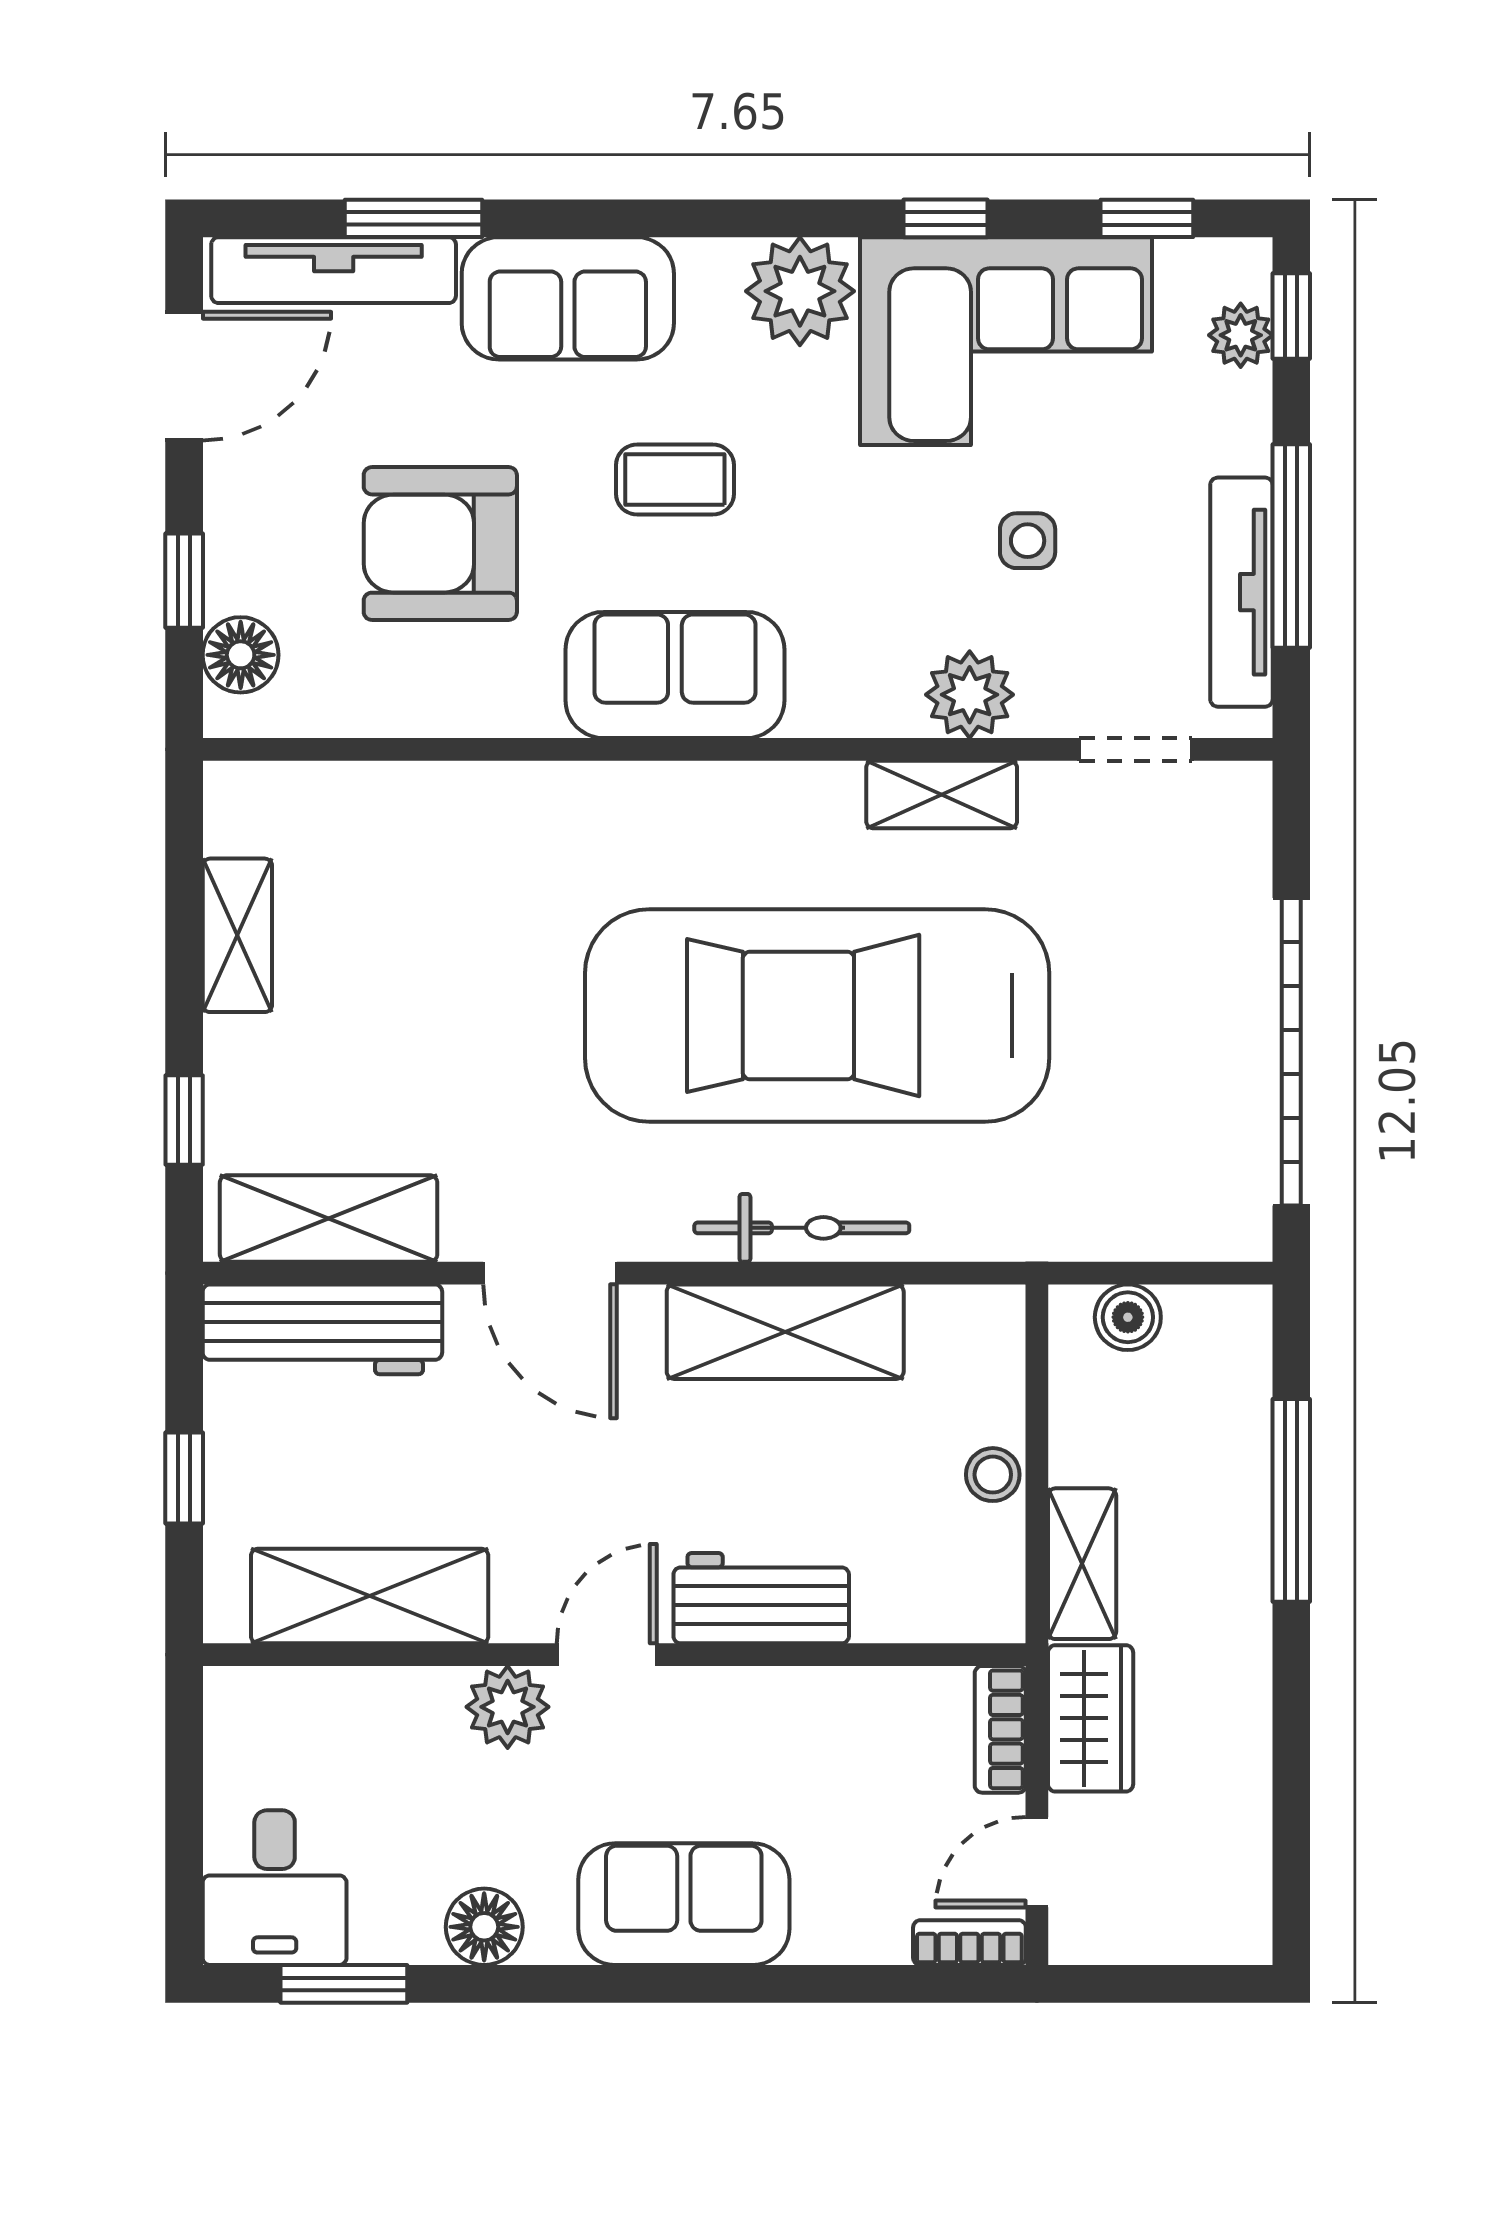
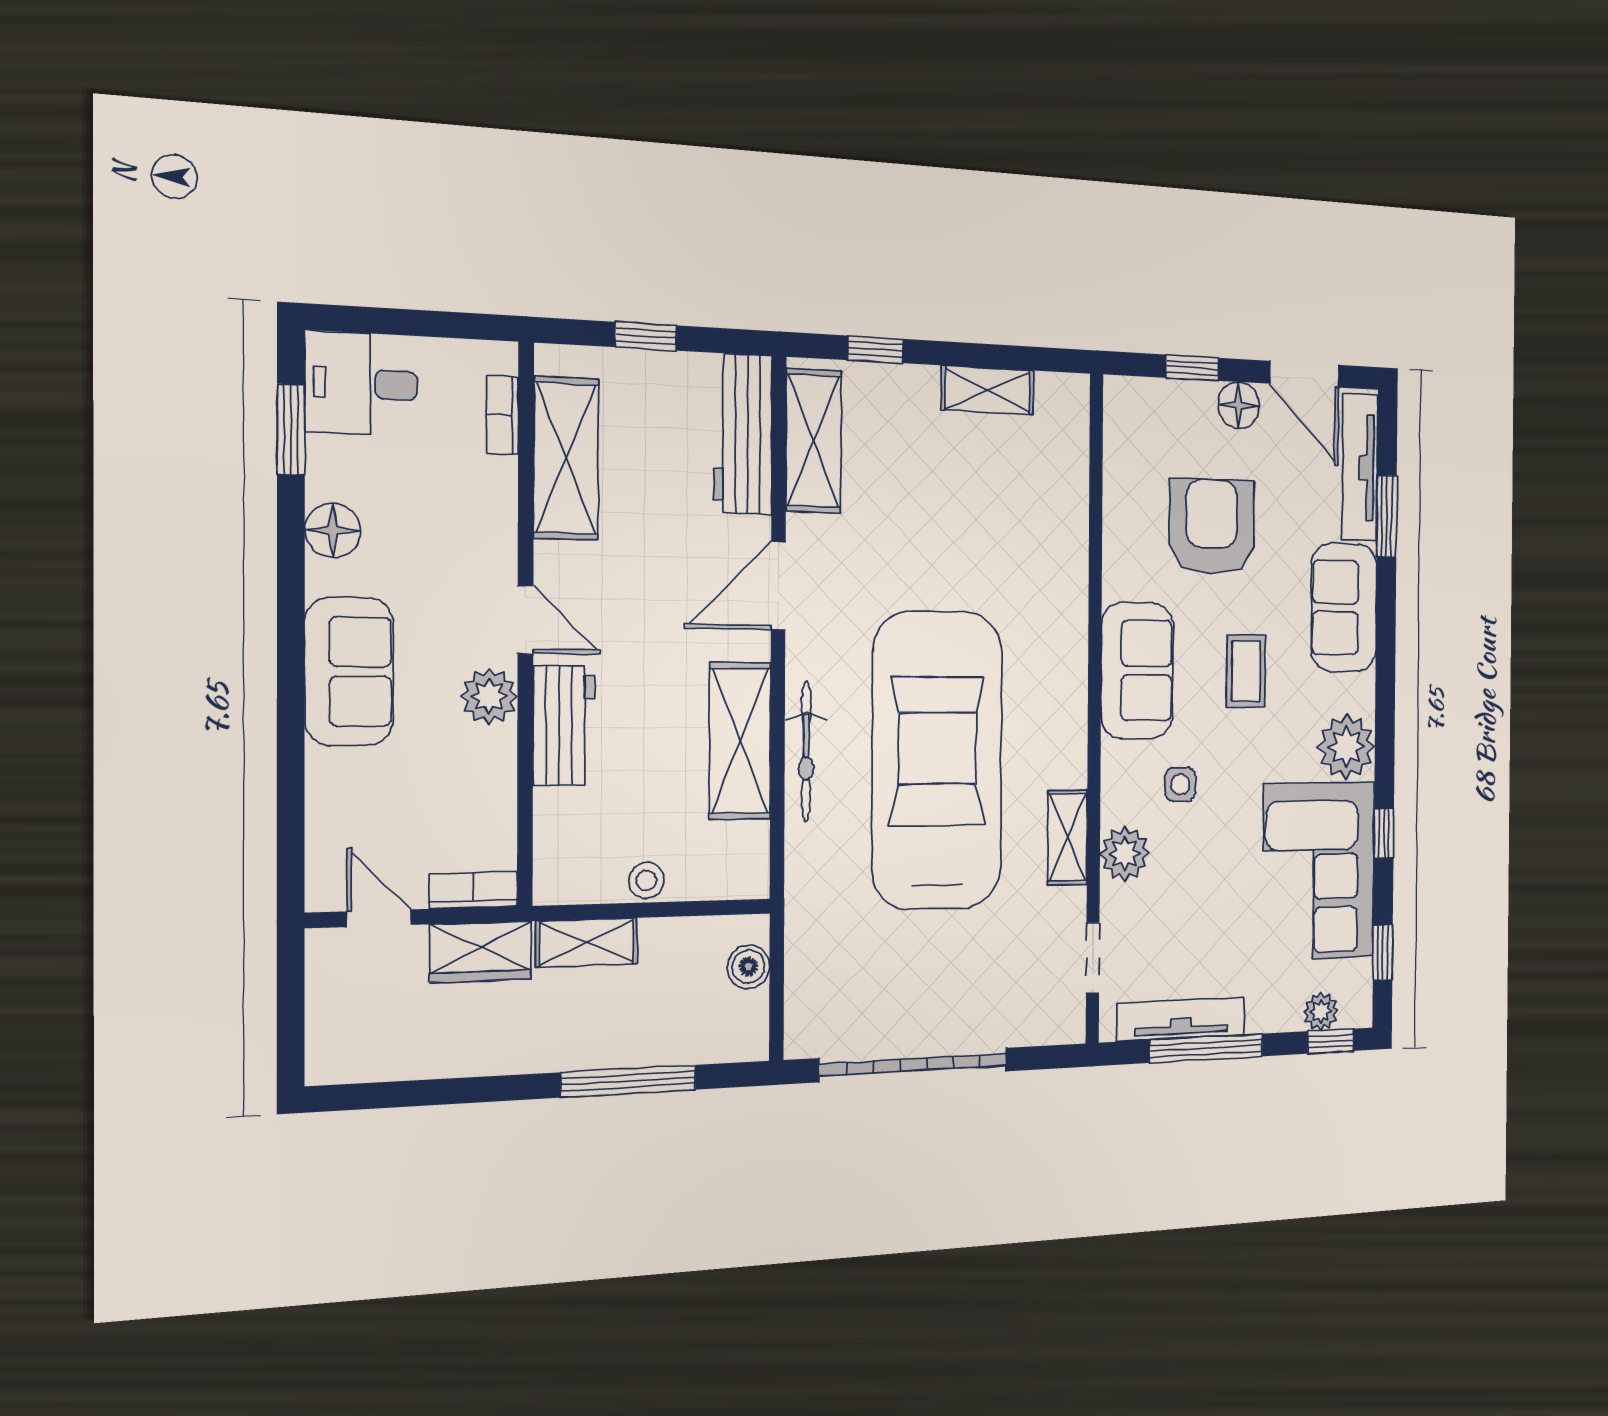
side table: (1028, 541) -> (1180, 784), moved
floor lamp: (241, 655) -> (1239, 405), moved
plant: (508, 1707) -> (489, 696), moved
bookcase: (969, 1943) -> (503, 415), moved, turned 180

